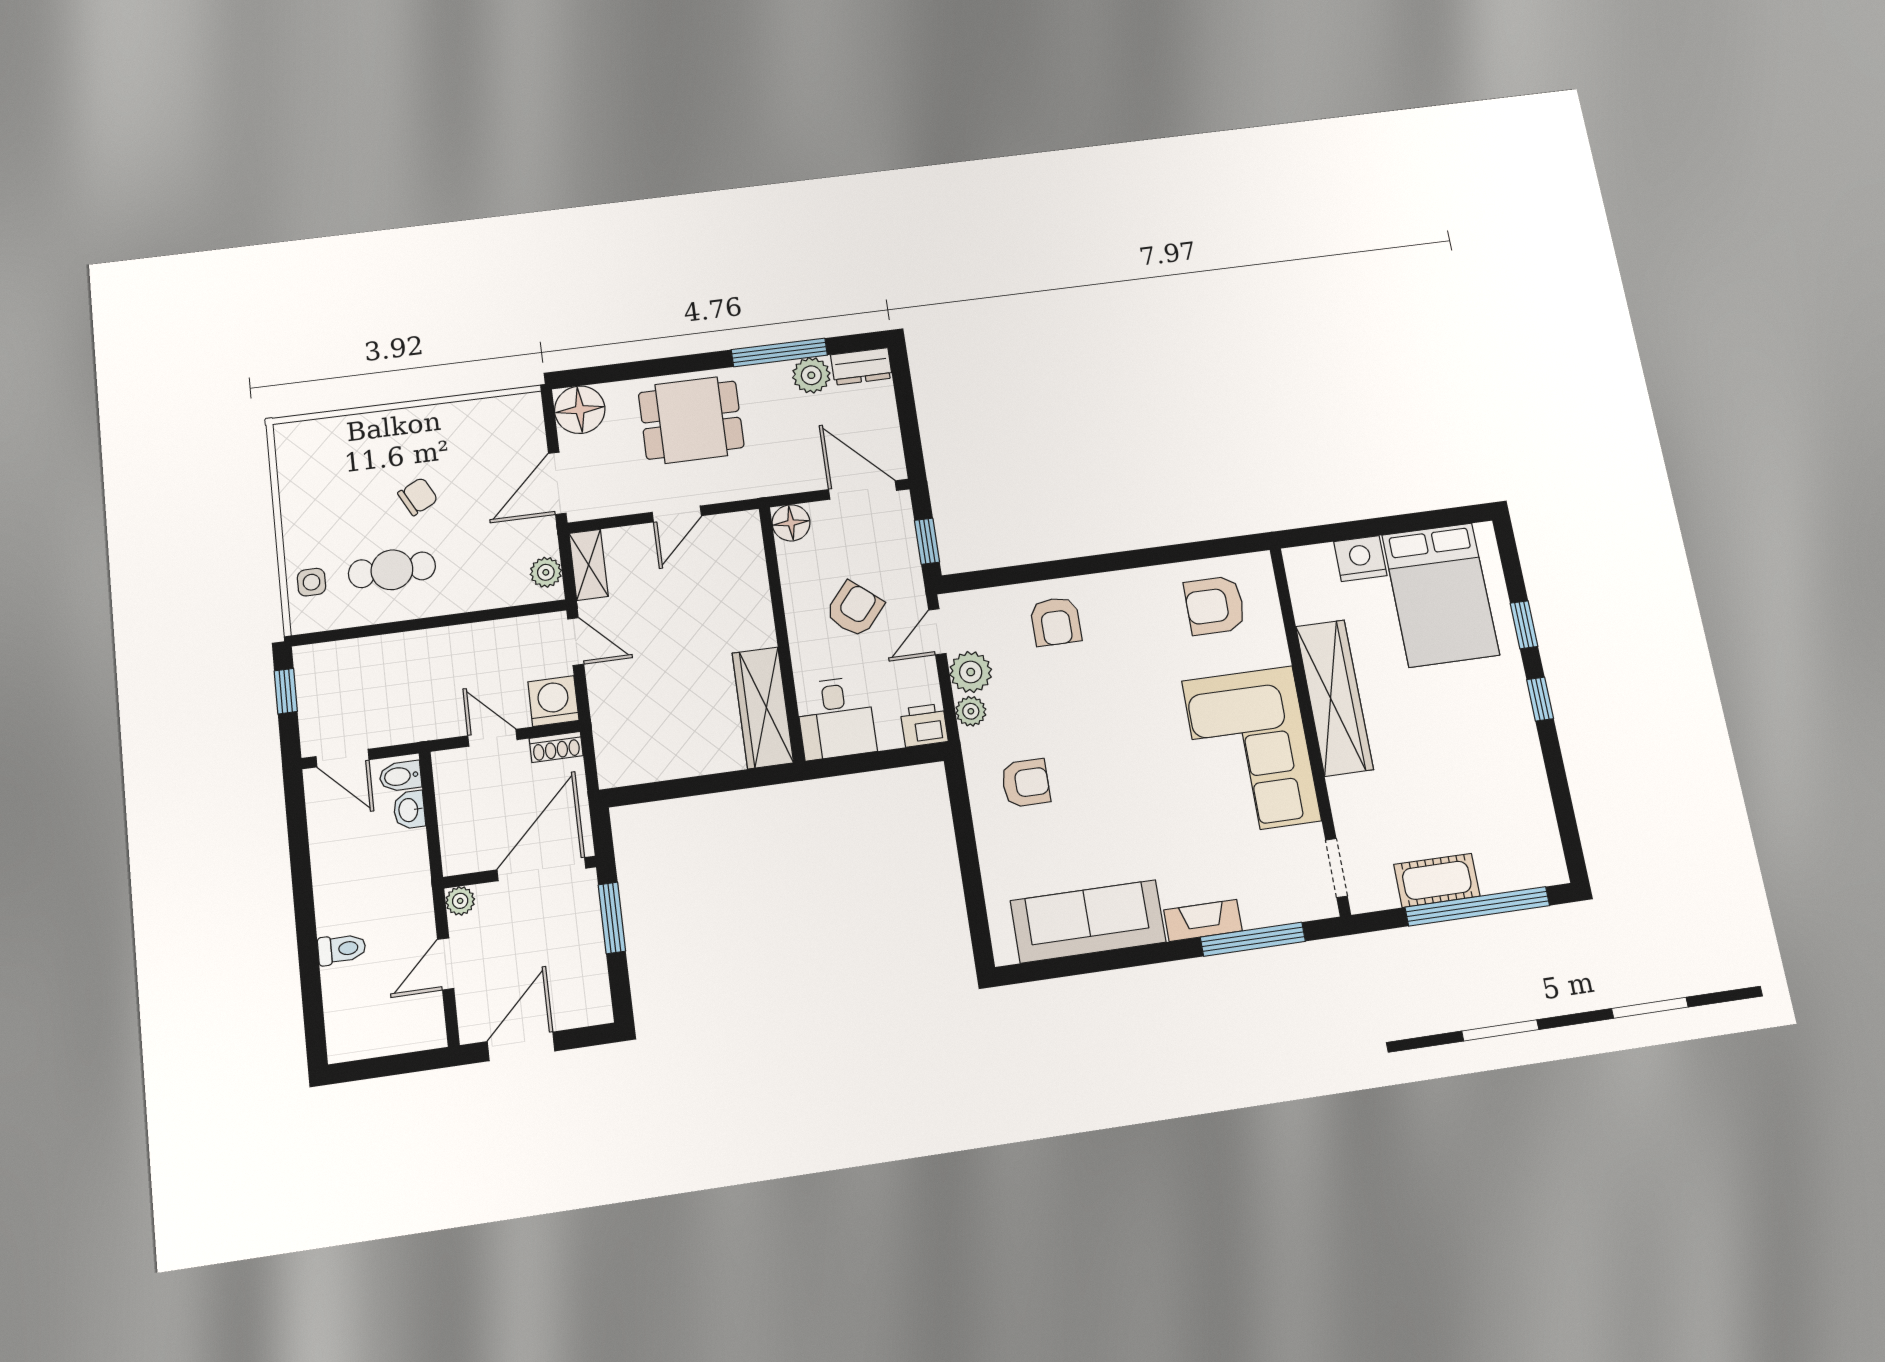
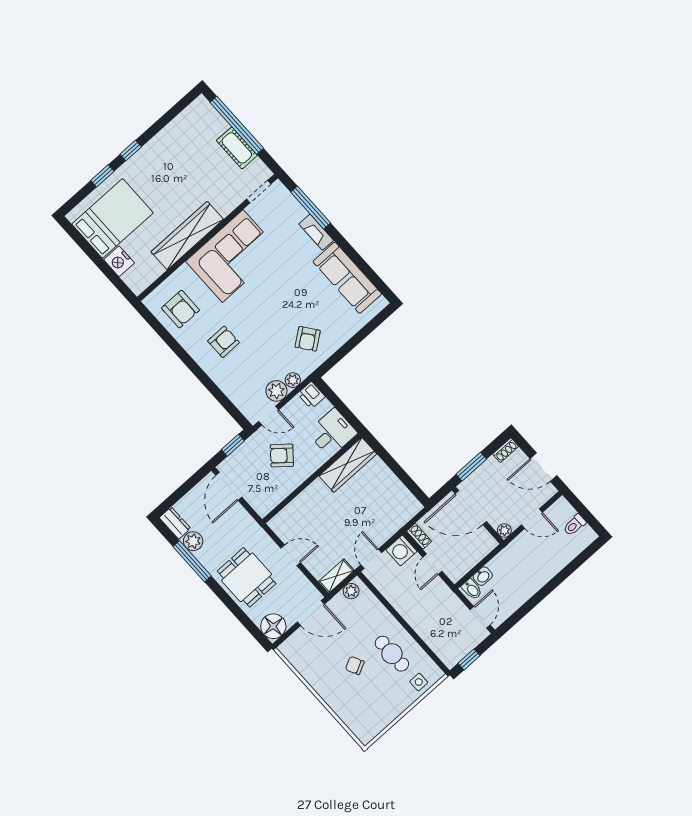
floor lamp: (791, 523) -> (263, 506), removed
armchair: (1056, 621) -> (223, 342), moved
armchair: (1026, 783) -> (308, 339), turned -127
toilet: (342, 949) -> (575, 525), moved, turned -90
shoe rack: (598, 998) -> (505, 450), added

